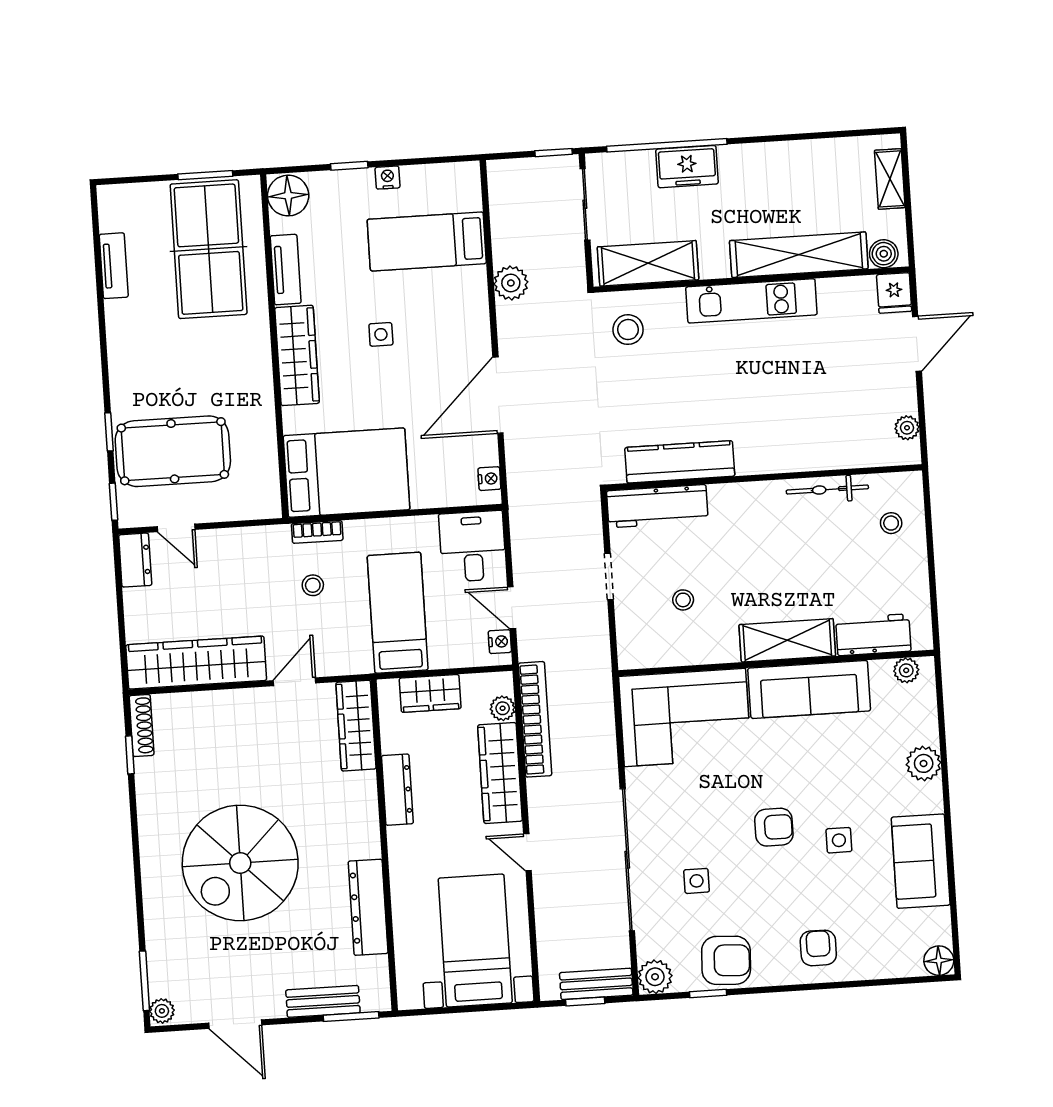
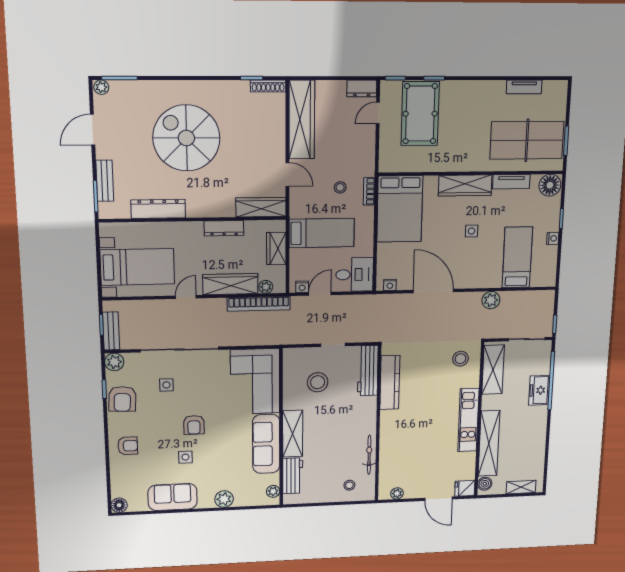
stool: (683, 600) -> (318, 382), width x1.89, depth x1.89

